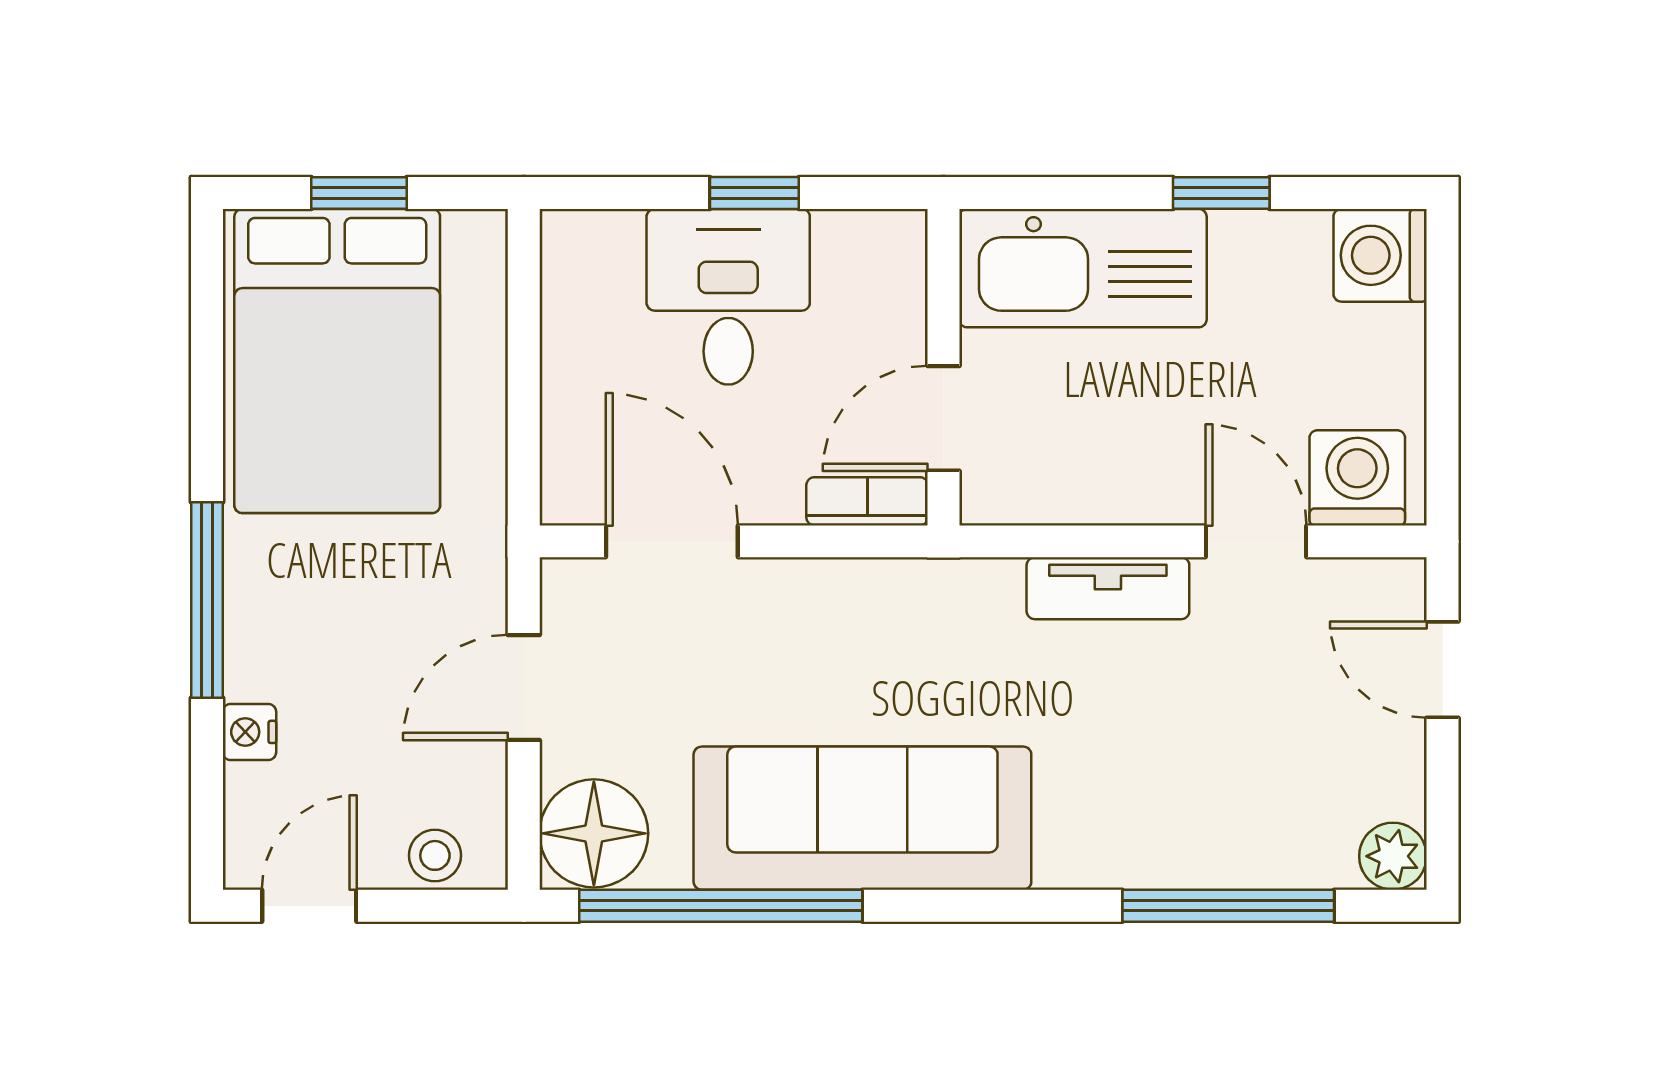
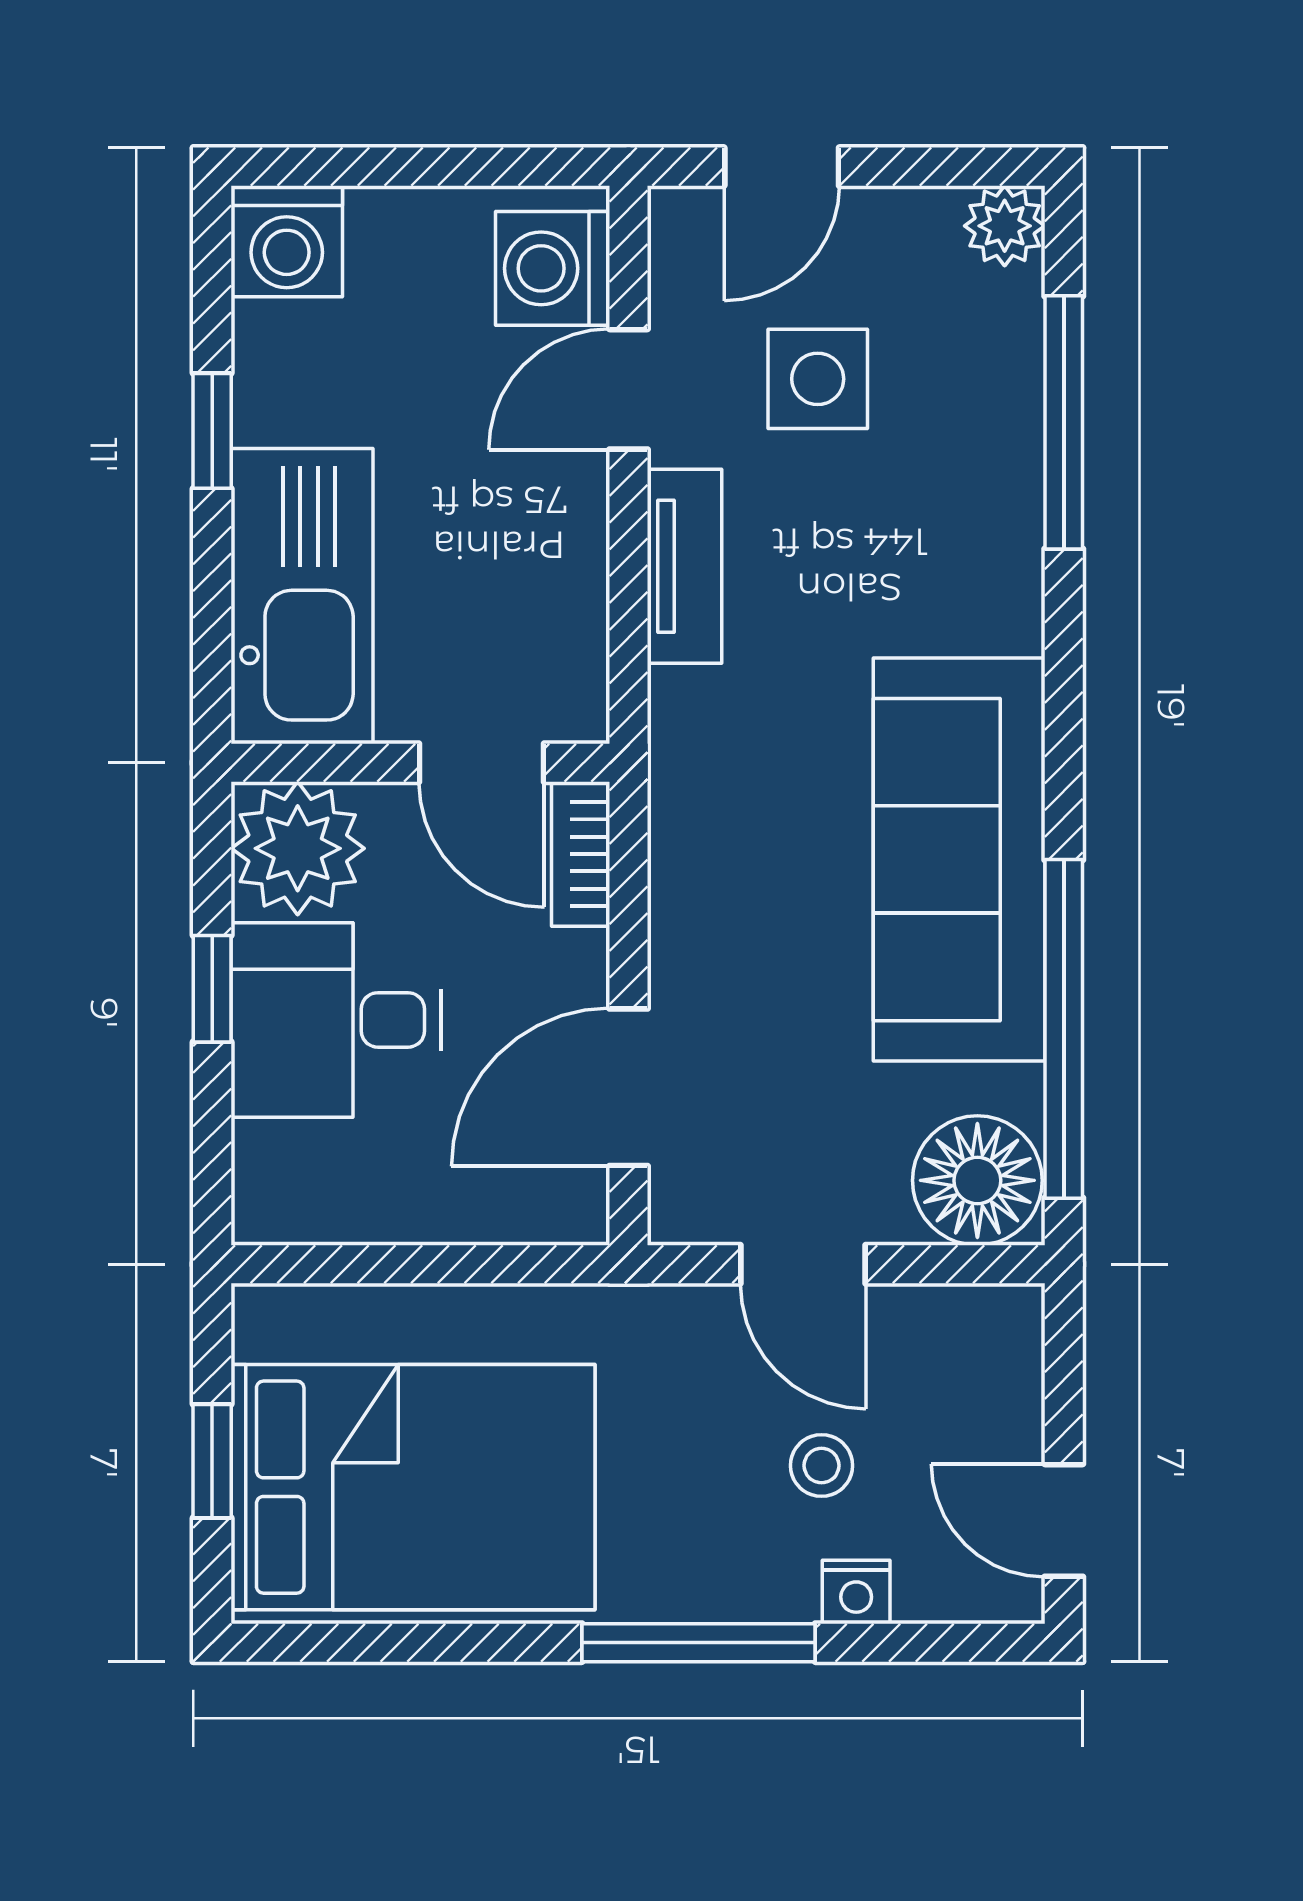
plant: (872, 265) -> (298, 848), added
side table: (1265, 700) -> (818, 379), added
stool: (435, 855) -> (822, 1466), moved

